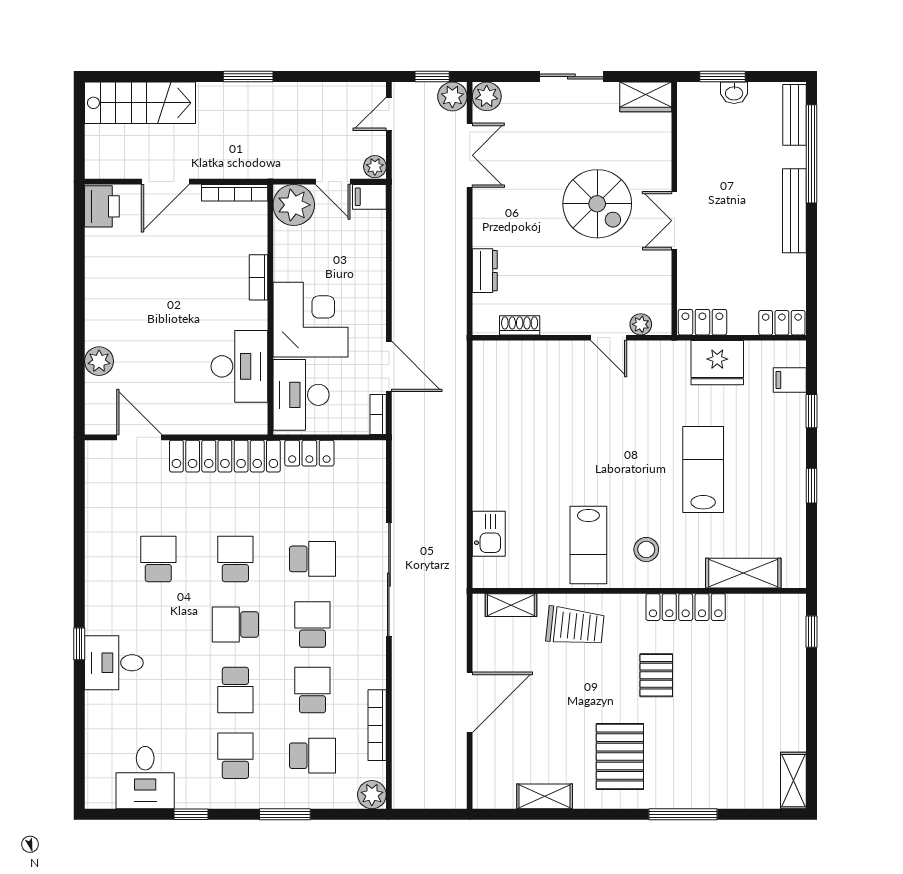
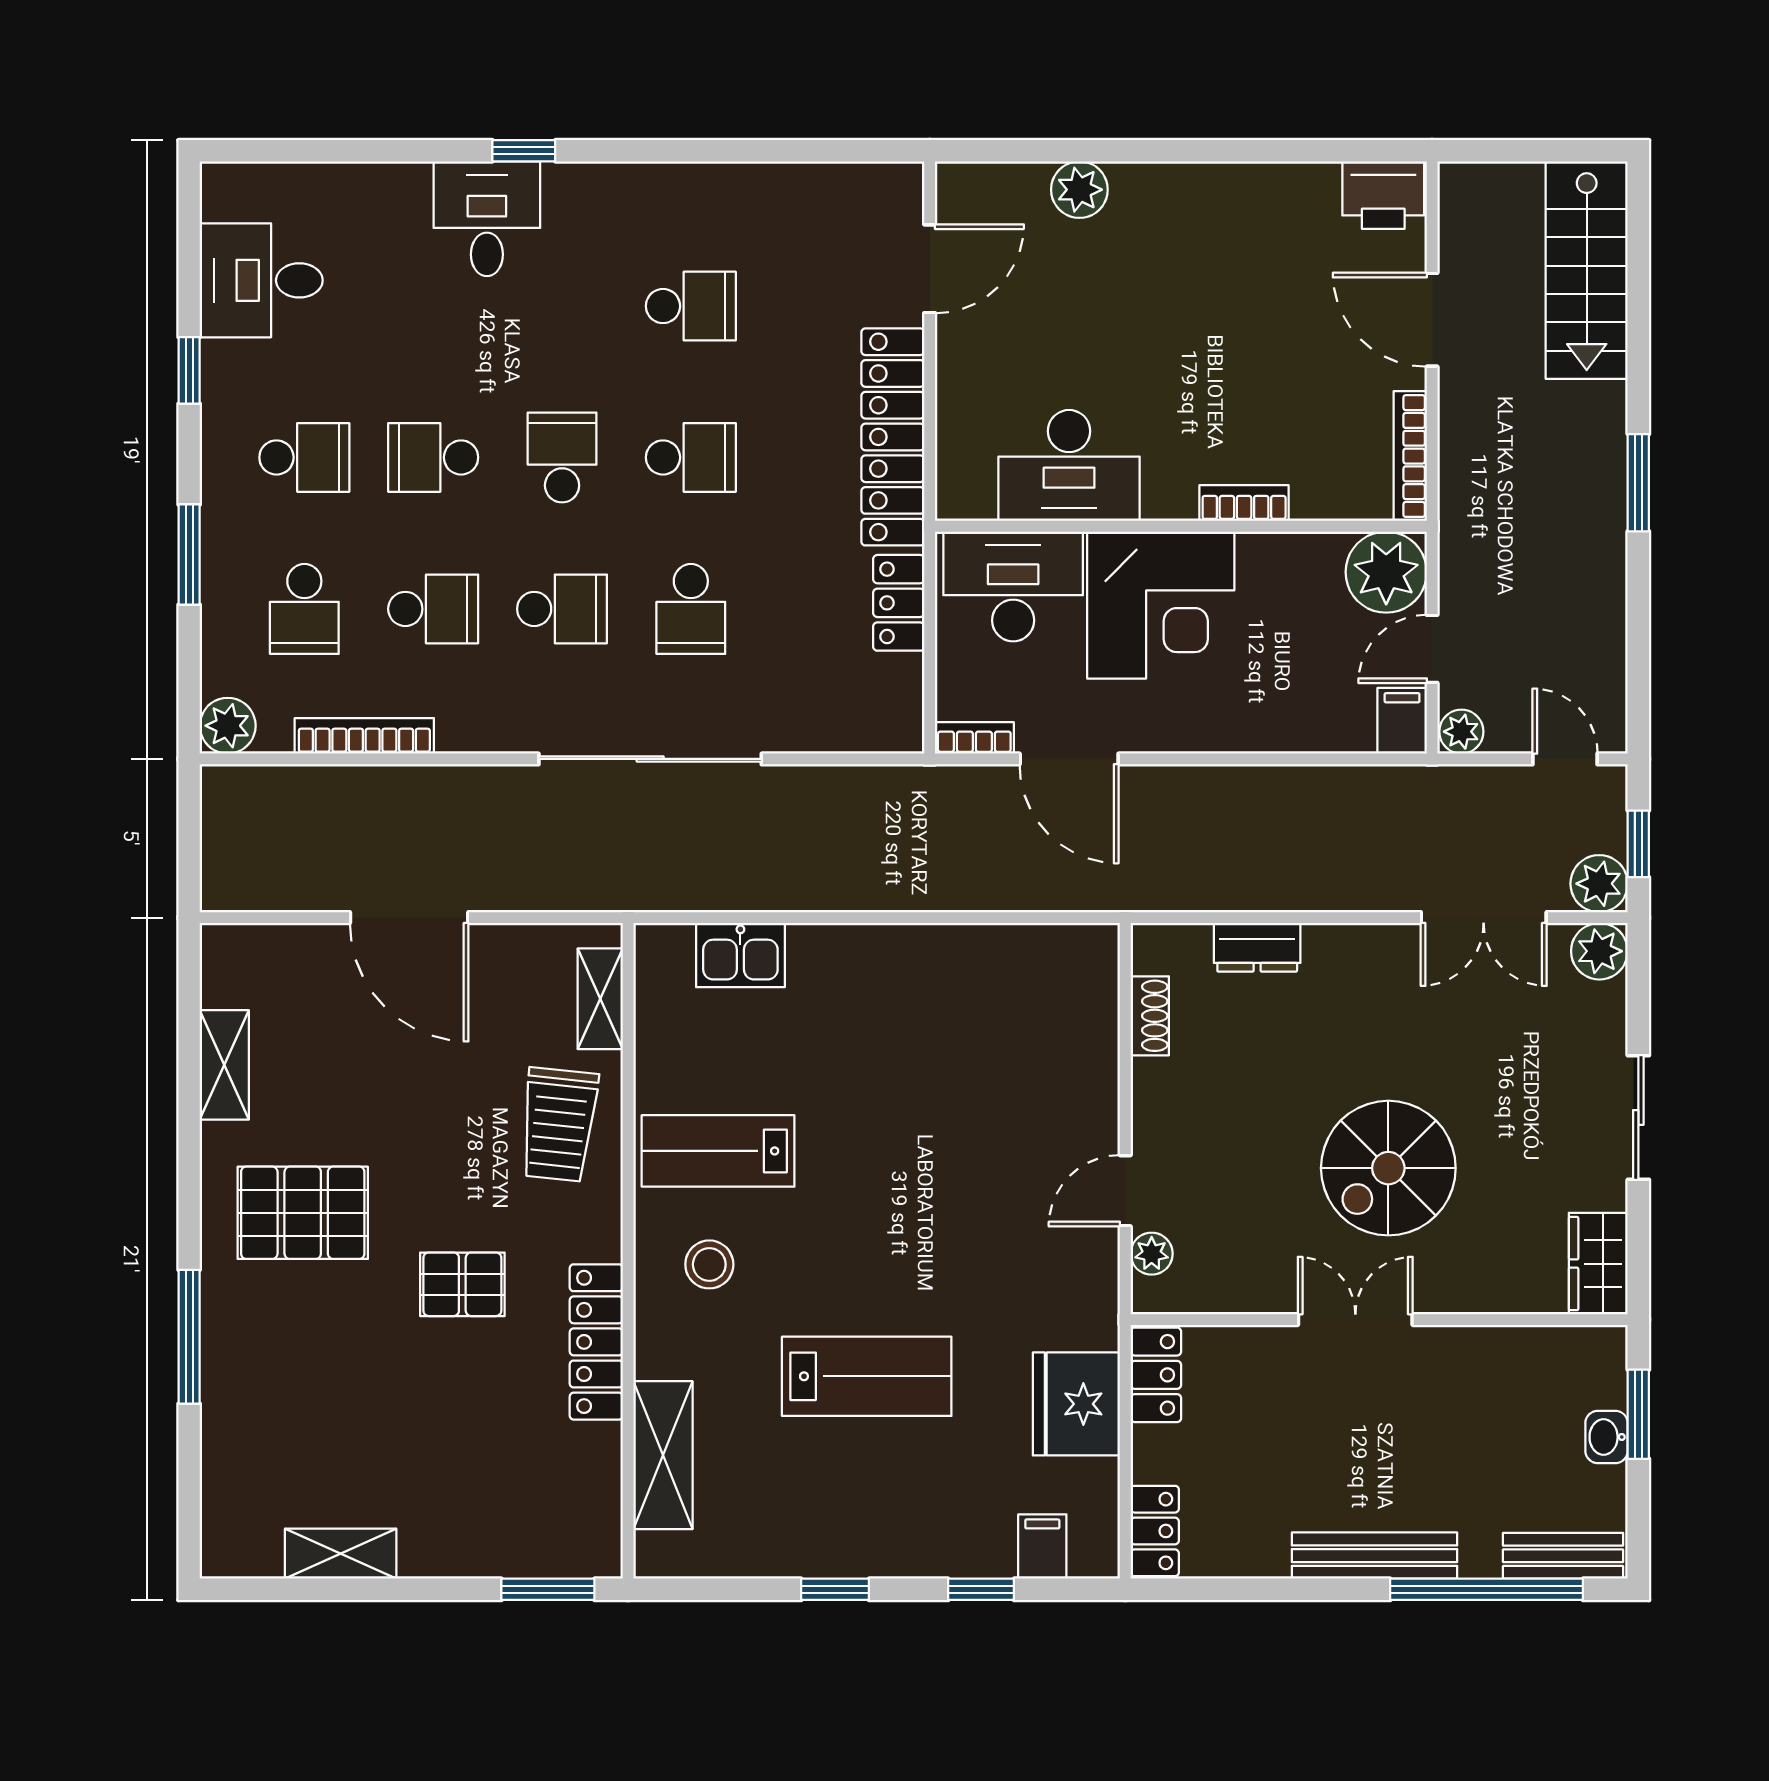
door: (389, 366) -> (1069, 759), hinge flipped
window: (812, 632) -> (548, 1589), width x1.50
shelving: (793, 781) -> (341, 1554), moved

